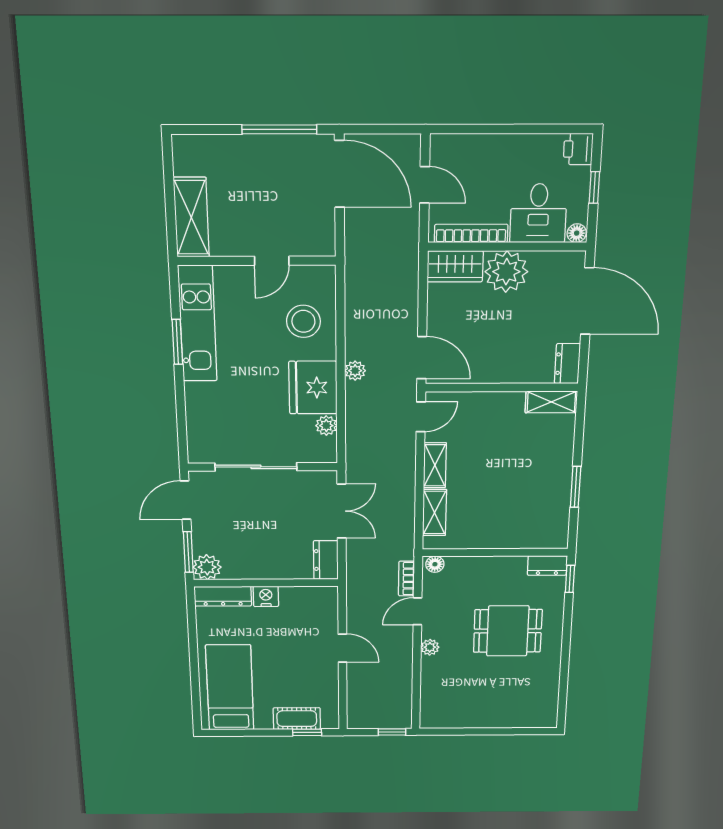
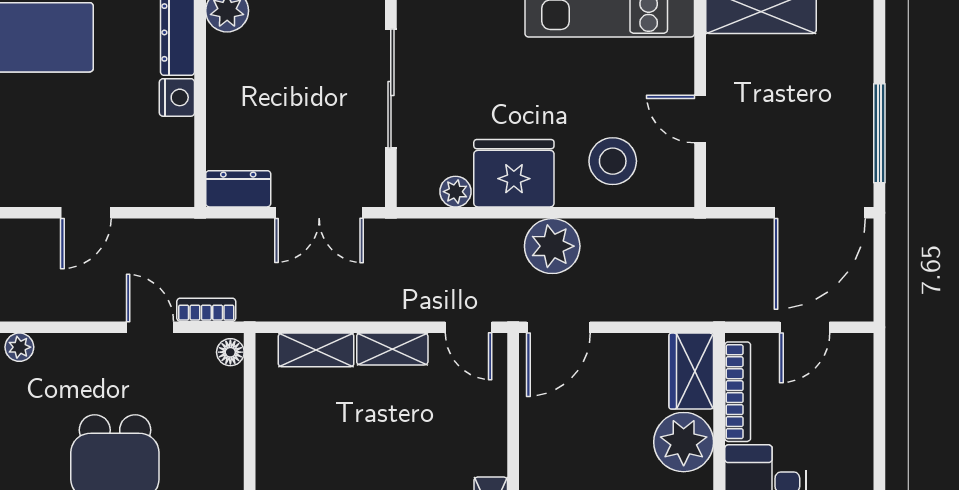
plant: (355, 371) -> (552, 246), width x1.88, depth x1.88
plant: (430, 647) -> (19, 347), moved

